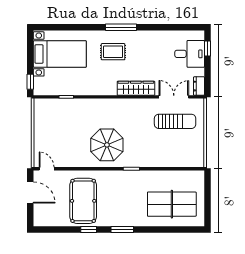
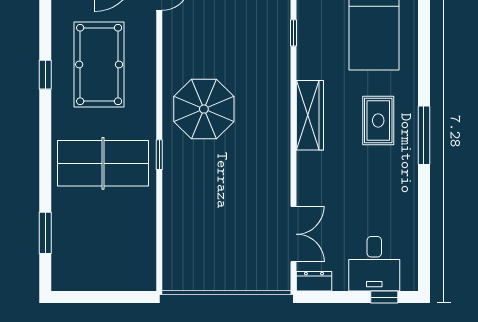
wardrobe: (136, 88) -> (310, 115), moved
sun lounger: (175, 121) -> (248, 237), removed
pool table: (83, 201) -> (99, 64), turned 90
table tennis table: (172, 204) -> (103, 163), moved, turned 90
window: (122, 230) -> (45, 233), moved

